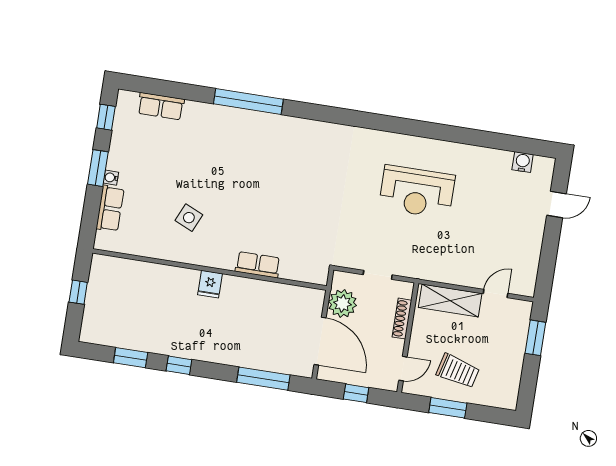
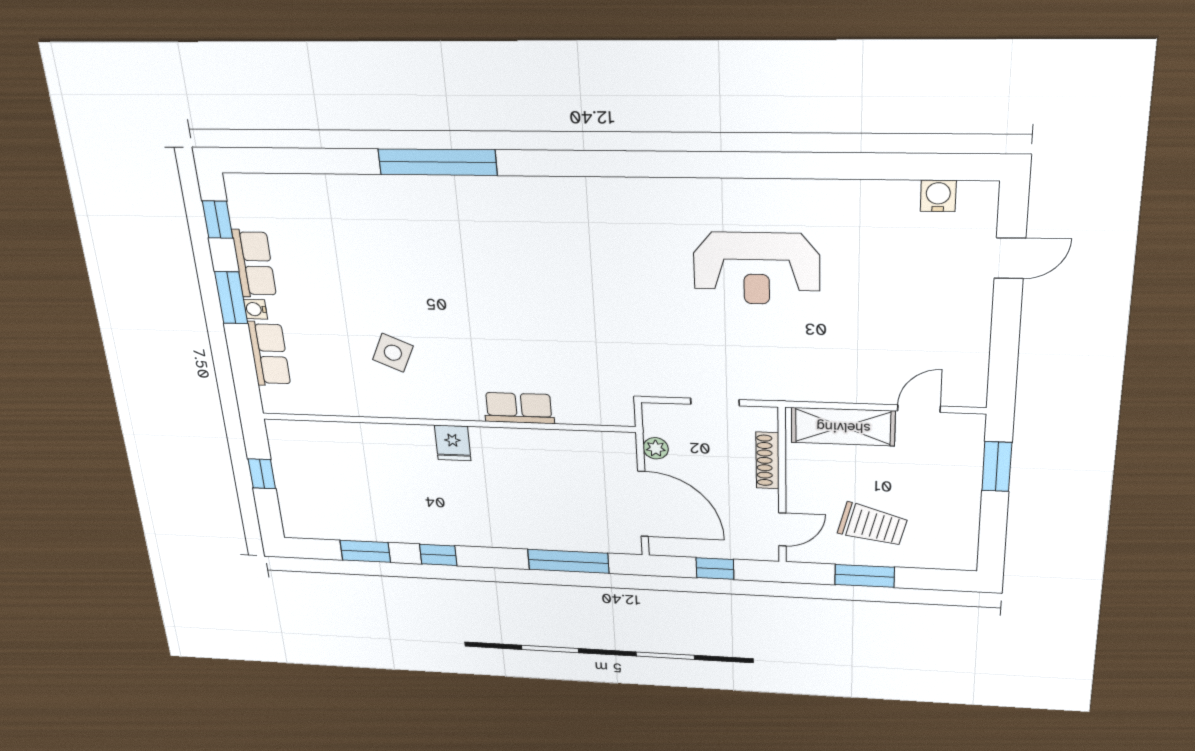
row of seats: (161, 106) -> (254, 264), moved, turned -90
plant: (342, 303) -> (656, 448), width x0.53, depth x0.53

